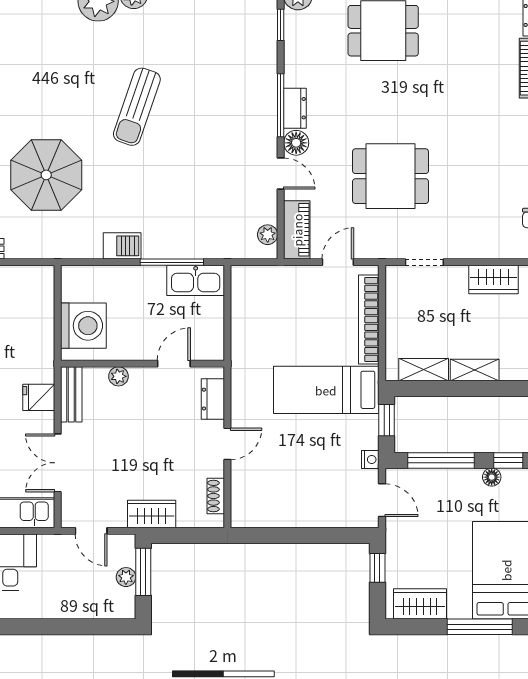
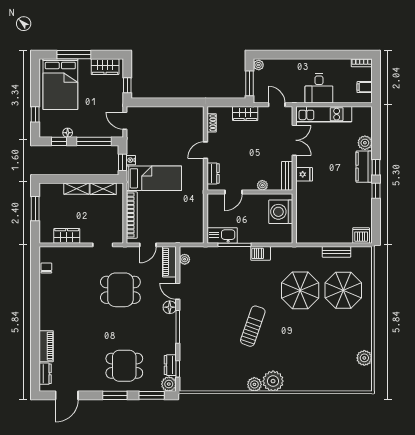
dresser: (295, 108) -> (170, 365), moved
nightstand: (370, 459) -> (131, 160), moved
plant: (126, 577) -> (259, 65), moved

